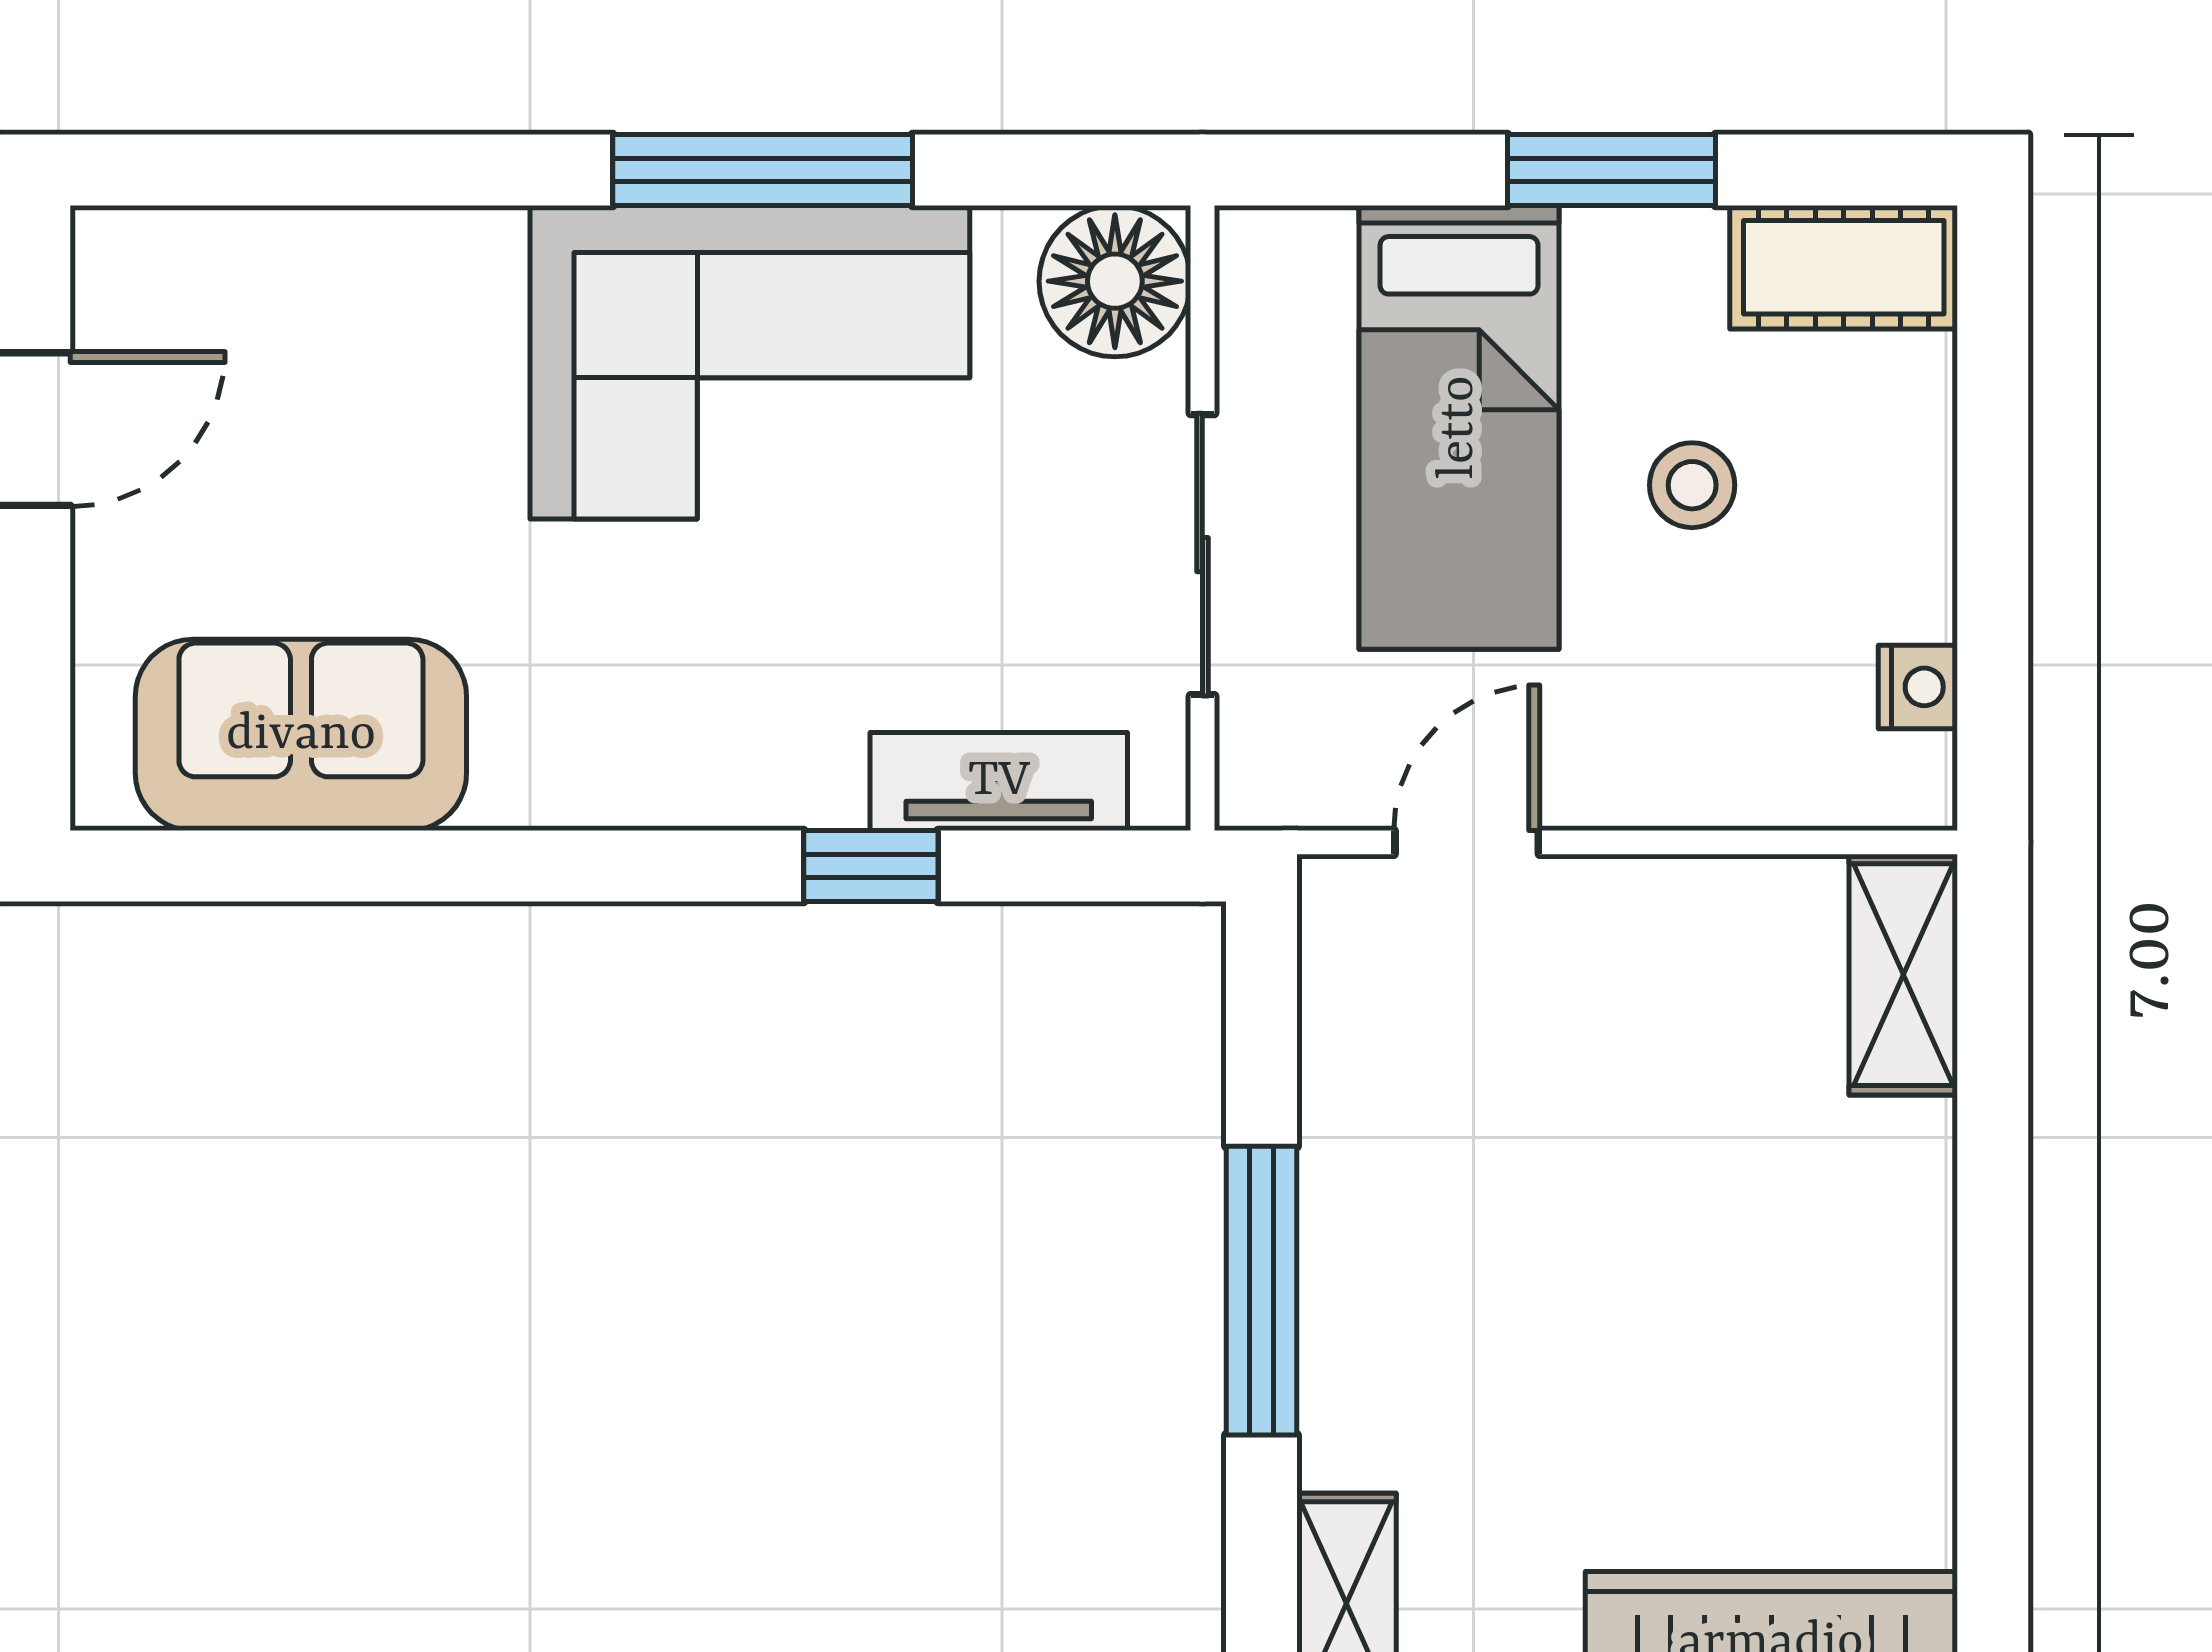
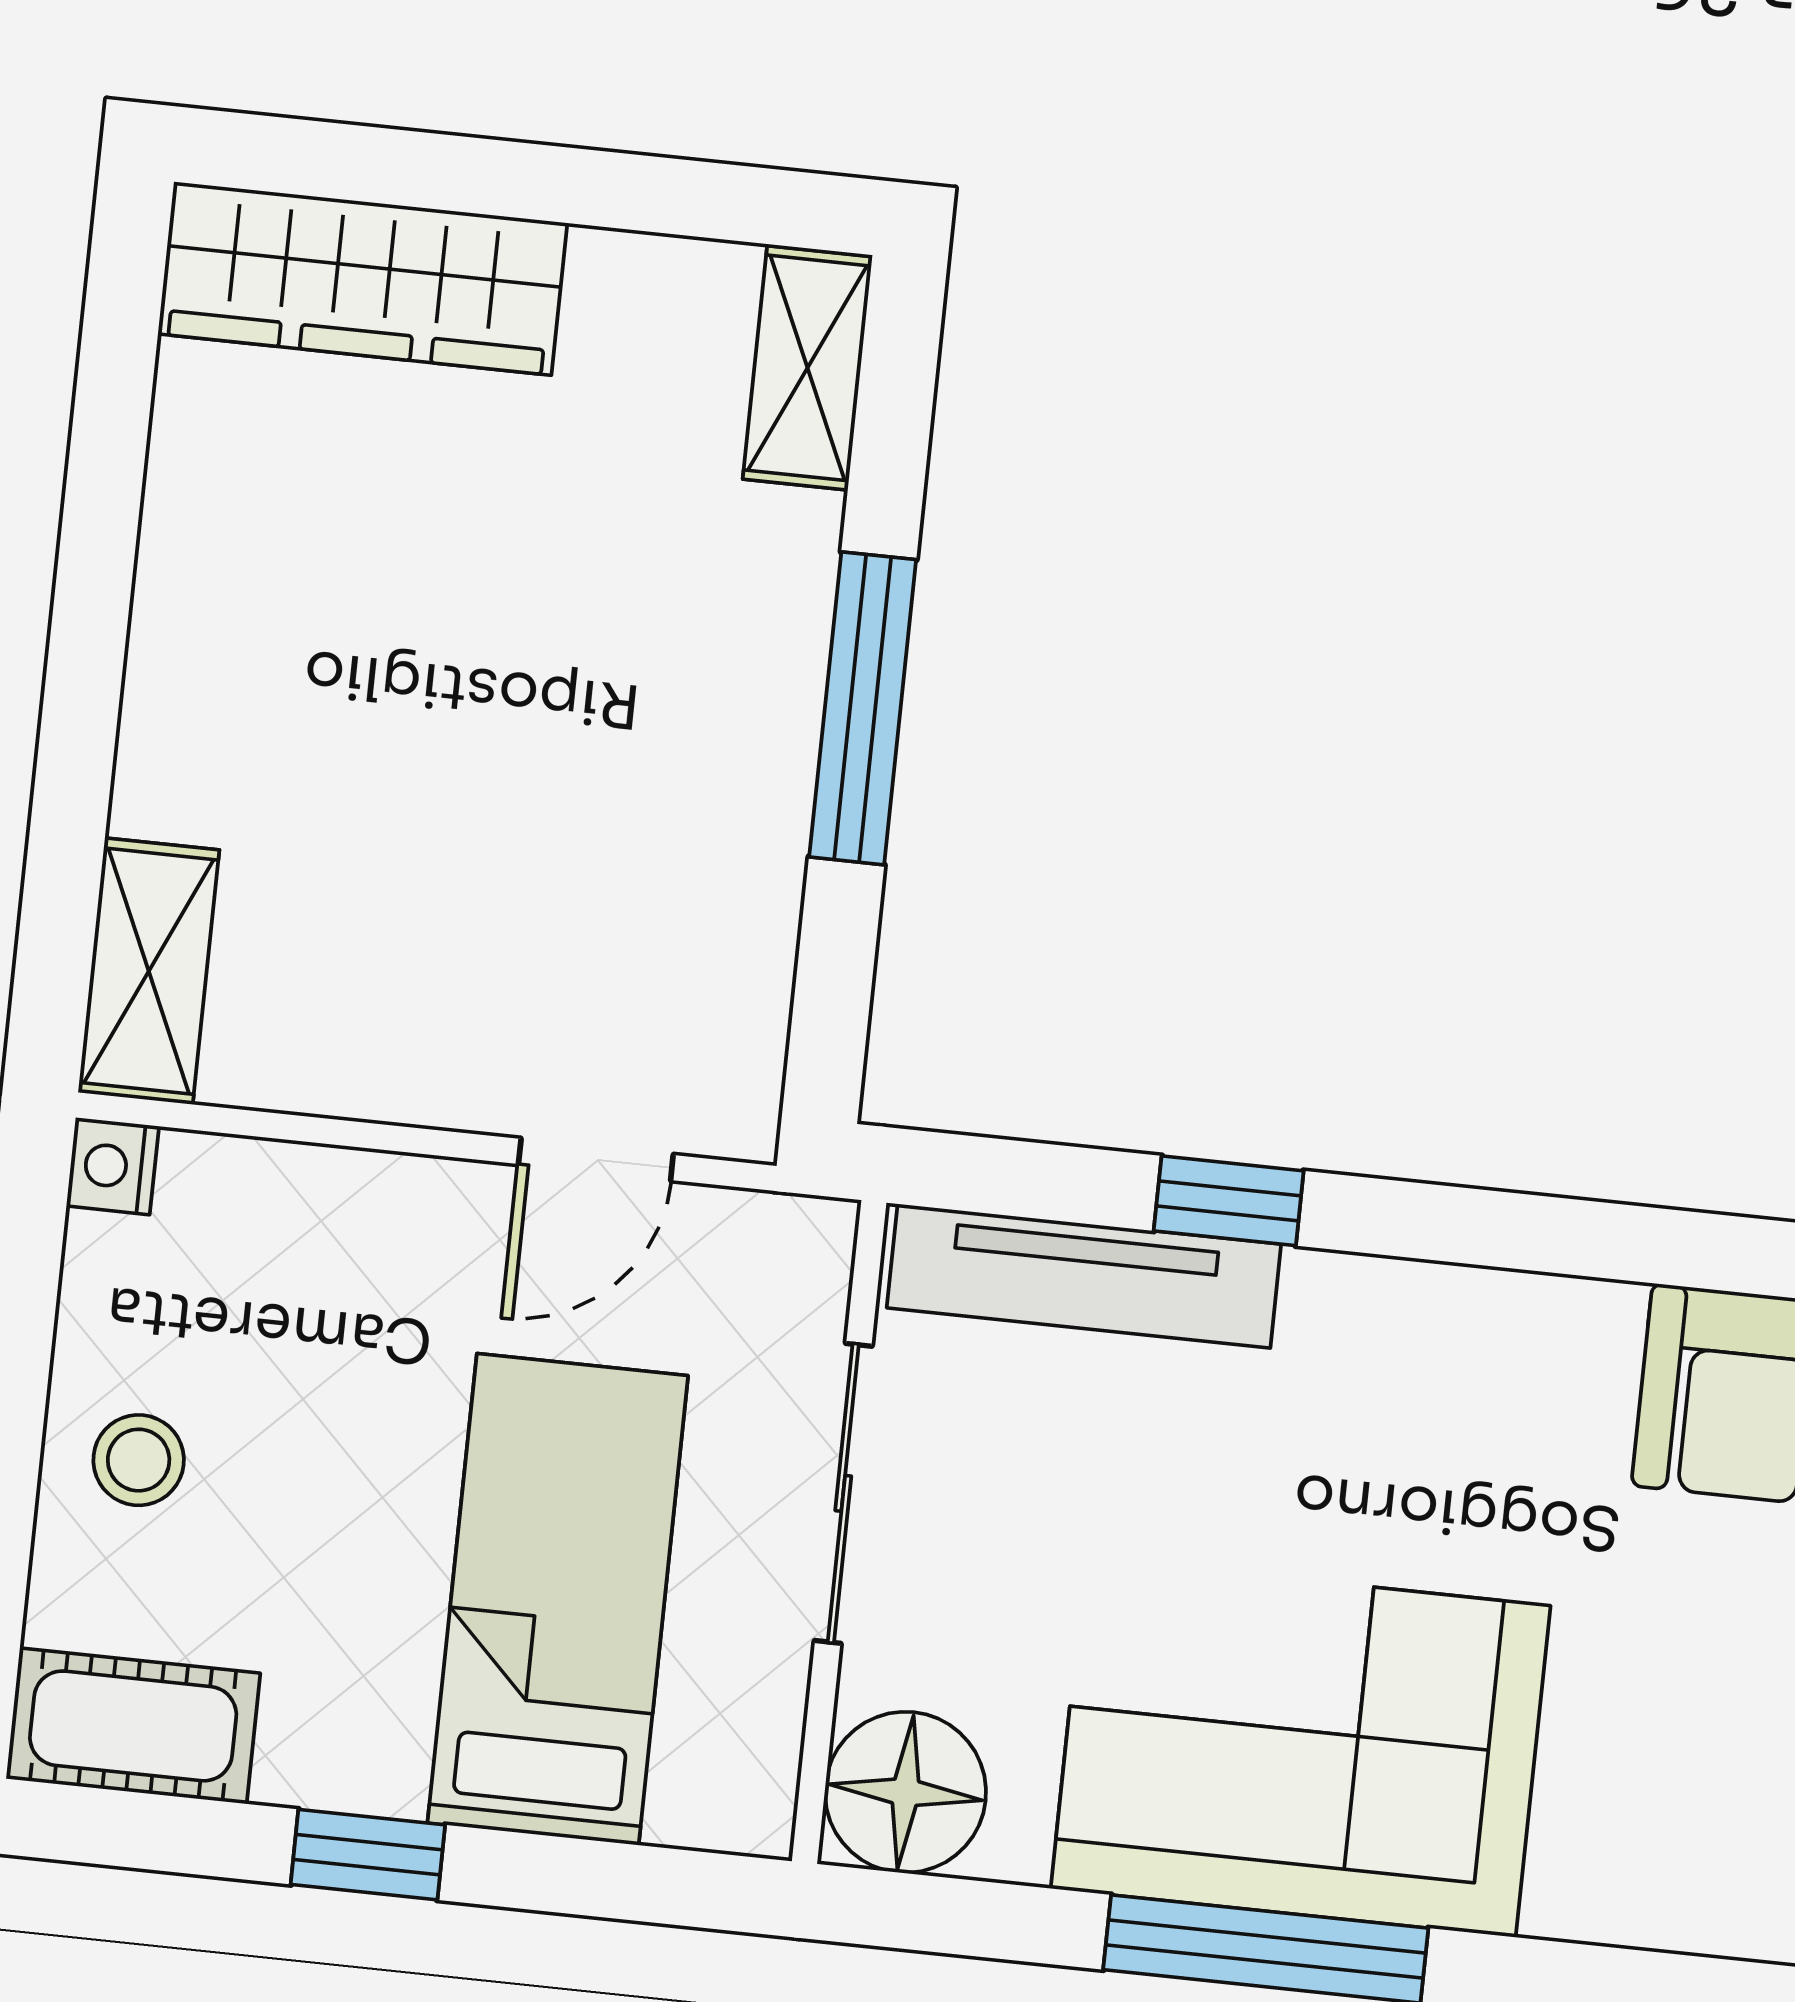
window: (1612, 170) -> (368, 1855), width x0.67
stool: (1692, 485) -> (139, 1460), moved
nightstand: (1918, 687) -> (113, 1166), moved
tv unit: (999, 781) -> (1084, 1276), width x1.41

